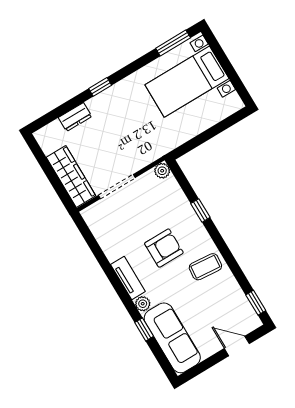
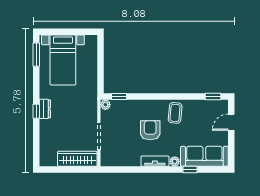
dresser: (75, 117) -> (45, 109), moved
window: (200, 210) -> (119, 96), moved

